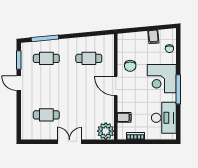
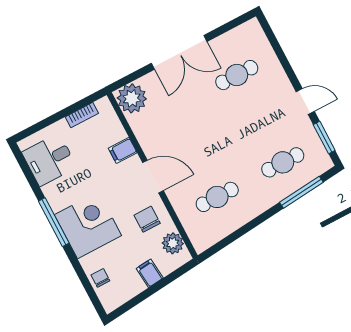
filing cabinet: (153, 37) -> (150, 273), moved
plant: (124, 47) -> (173, 243), added
filing cabinet: (124, 117) -> (123, 150), moved
desk: (164, 118) -> (49, 160), width x0.73
double door: (69, 142) -> (179, 52), width x1.37

